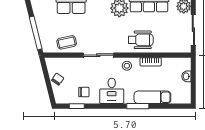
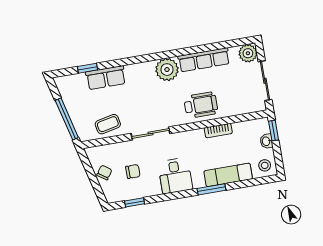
stool: (127, 66) -> (265, 165), moved
window: (193, 69) -> (274, 131), added
chair: (84, 92) -> (133, 171), moved

